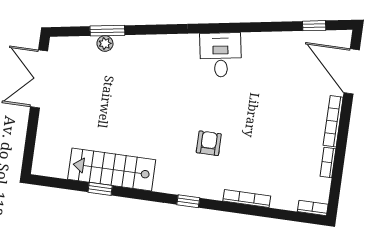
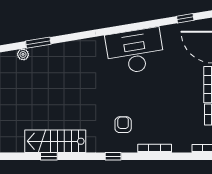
plant: (105, 43) -> (23, 54), moved
desk: (221, 55) -> (135, 51), width x1.87, depth x1.30
armchair: (209, 143) -> (123, 125), moved

